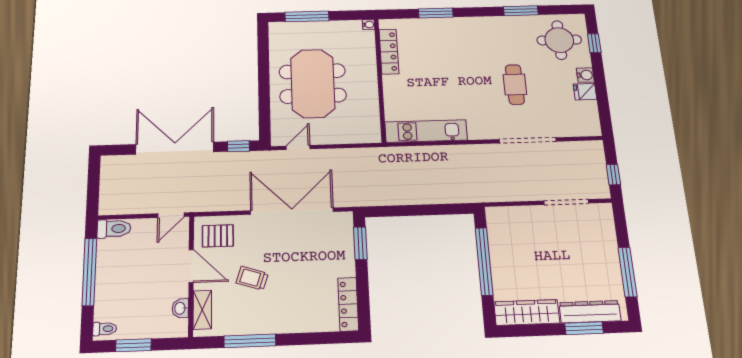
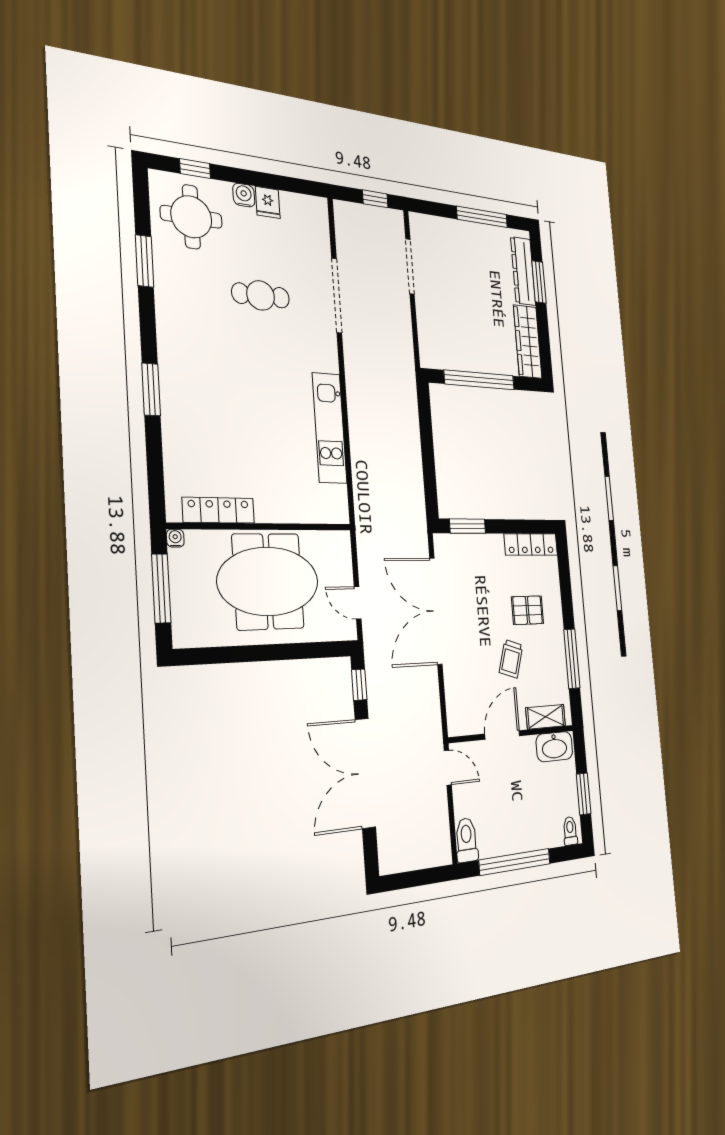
water cooler: (369, 25) -> (175, 538), moved
locker: (389, 52) -> (218, 510), moved
wall: (380, 80) -> (262, 526), moved
pallet: (218, 236) -> (528, 610), moved, turned 90
washbasin: (180, 308) -> (554, 747), width x1.91, depth x1.45

